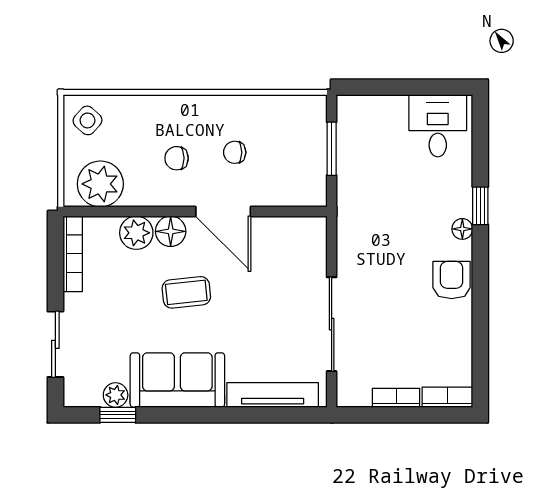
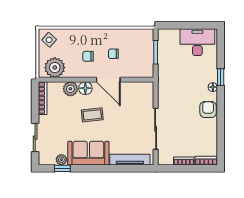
desk: (438, 126) -> (197, 42), width x1.37

